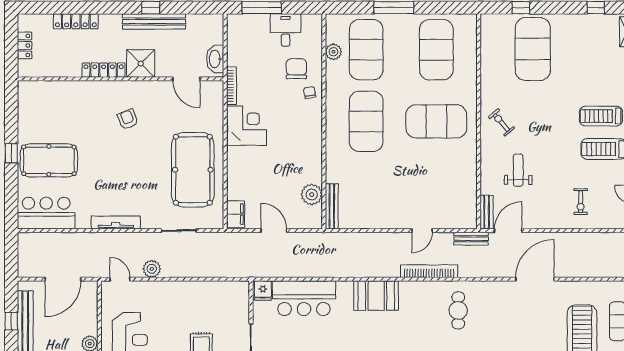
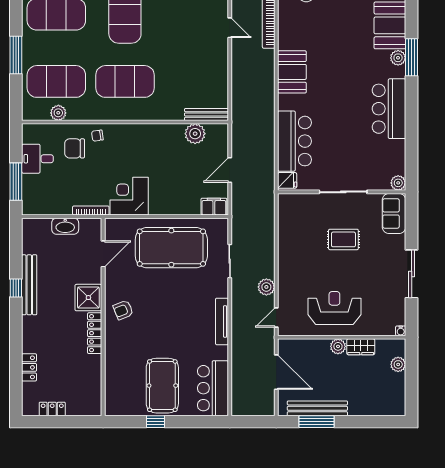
locker: (76, 21) -> (29, 367), width x0.66
shower: (141, 63) -> (88, 298), moved
locker: (104, 70) -> (95, 333), moved
wall: (121, 79) -> (103, 317), moved
door: (186, 79) -> (103, 254), moved
window: (11, 321) -> (316, 422), width x2.17

